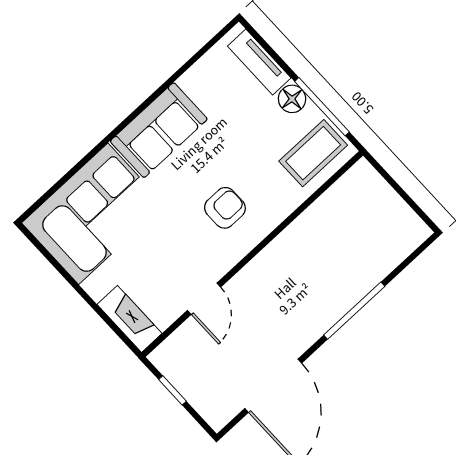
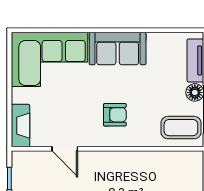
door: (204, 299) -> (65, 149), hinge flipped

